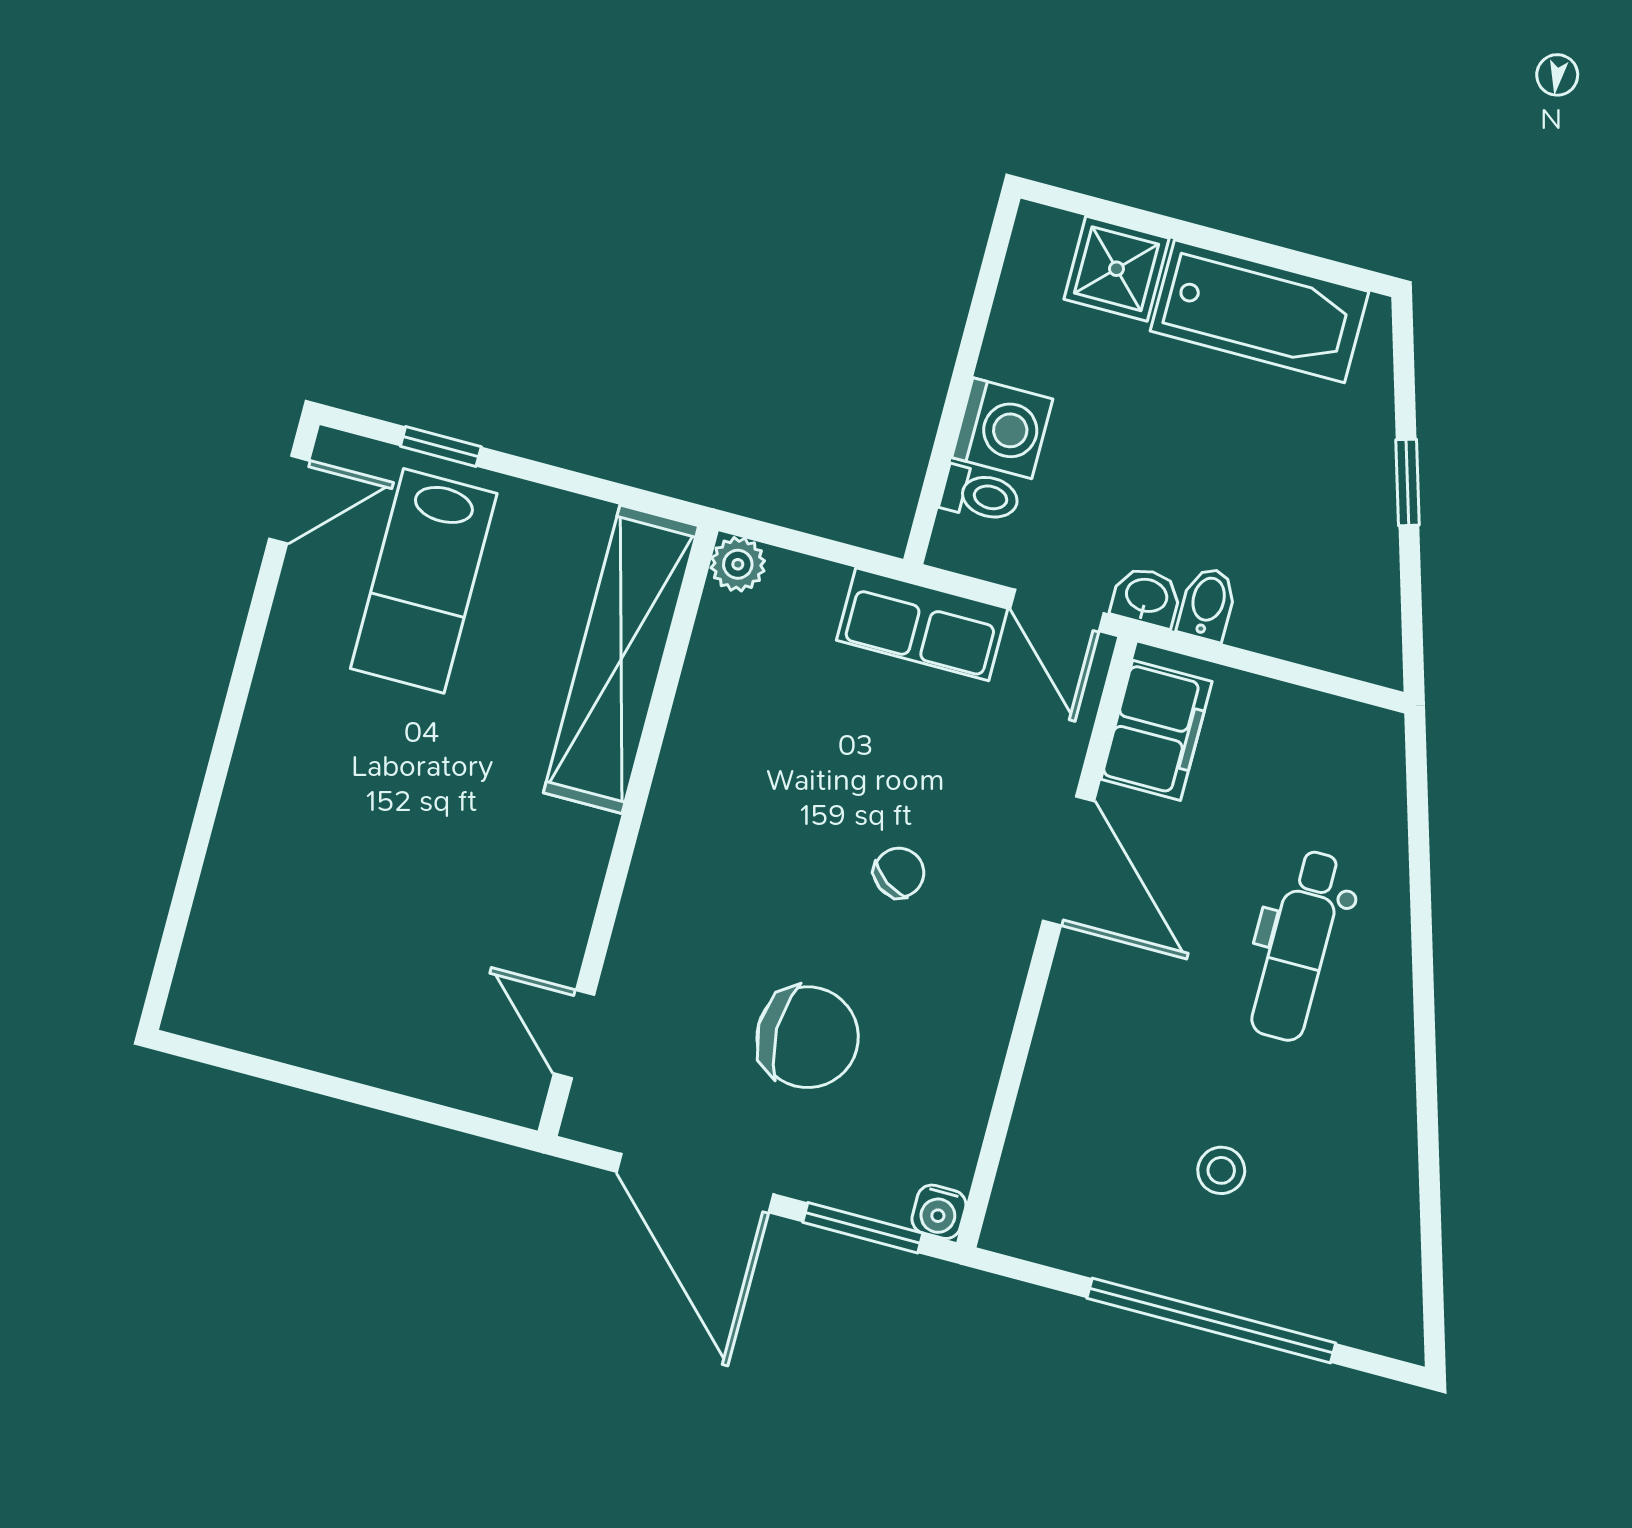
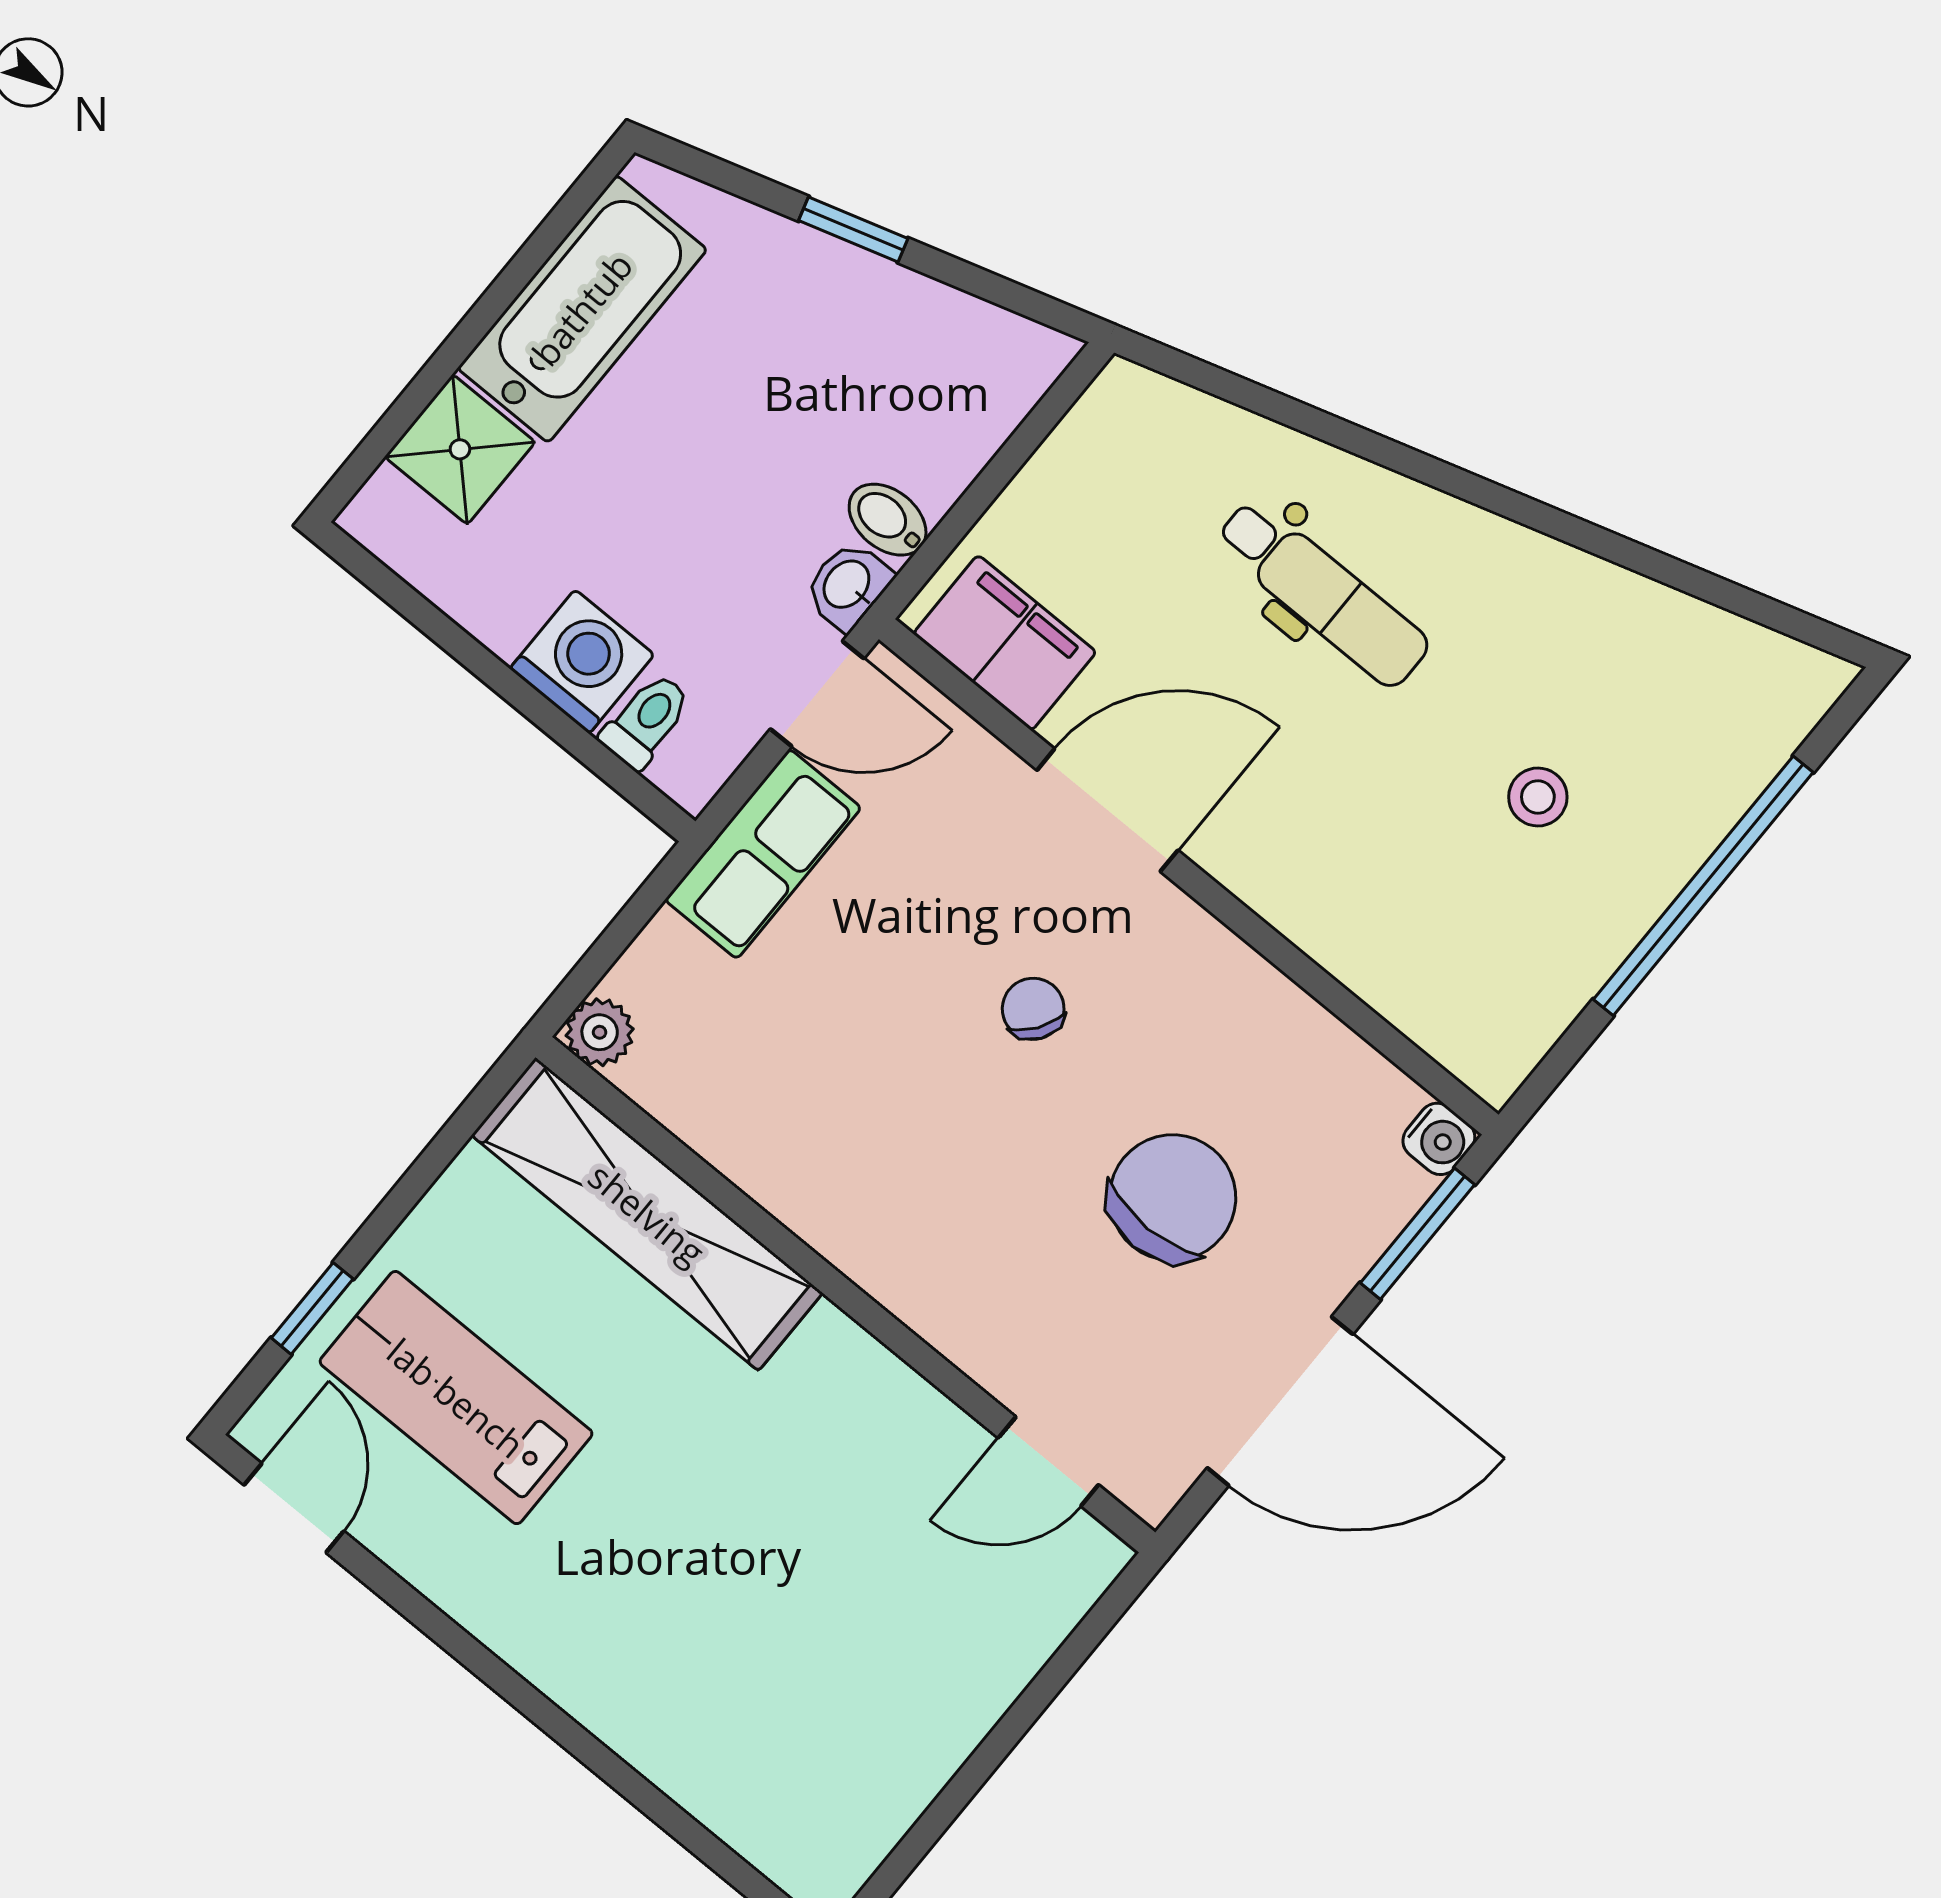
lab bench: (424, 581) -> (456, 1398), turned 180

